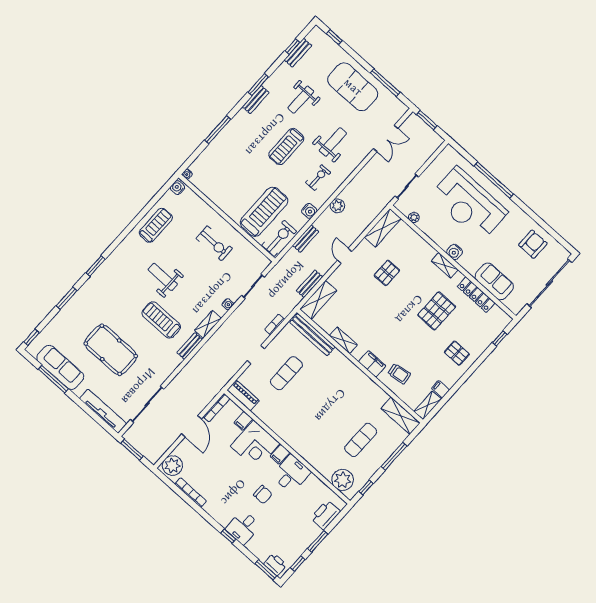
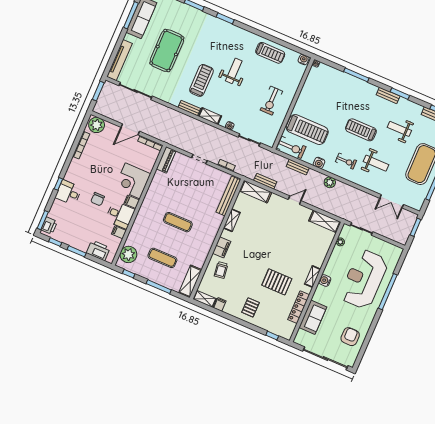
armchair: (533, 244) -> (350, 337), turned -90
pallet: (387, 273) -> (293, 236), removed
exercise mat: (286, 373) -> (178, 222), moved
filing cabinet: (243, 421) -> (119, 232), moved

